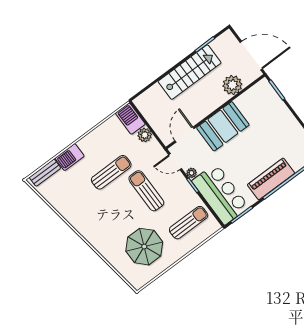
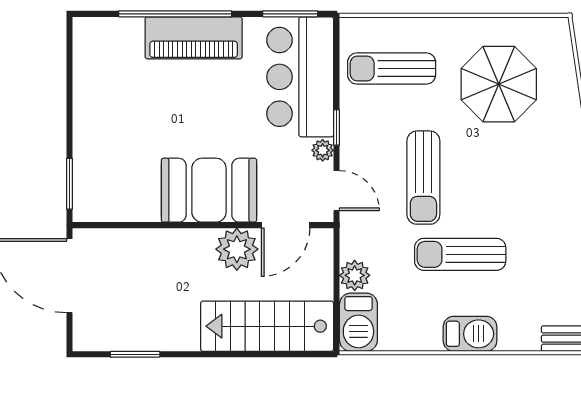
stairs: (190, 72) -> (267, 326), moved
plant: (232, 85) -> (237, 249), moved
barbecue: (70, 157) -> (470, 334), moved

